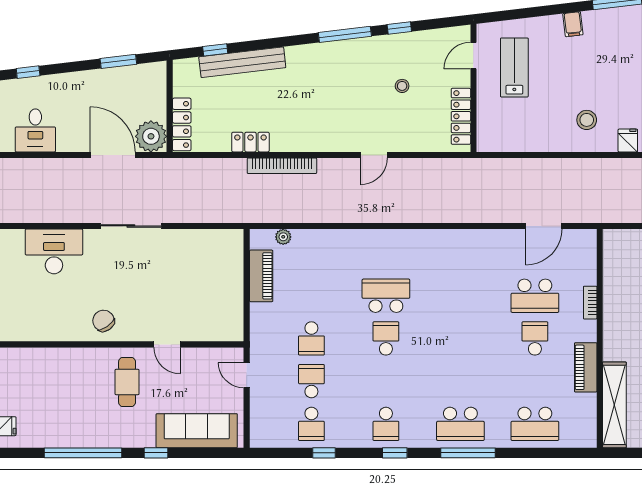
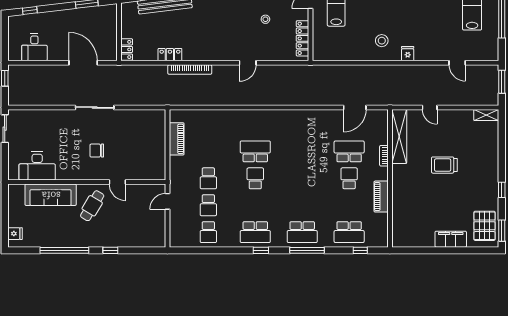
locker: (182, 124) -> (127, 49), width x0.66
plant: (151, 136) -> (107, 51), removed
plant: (283, 237) -> (191, 114), removed
desk: (54, 251) -> (37, 166), moved, turned 180
school desk: (535, 296) -> (349, 151), turned 180
chair: (104, 321) -> (97, 151), moved, turned -55
door: (247, 375) -> (167, 201), hinge flipped
school desk: (311, 381) -> (208, 205), turned 180
cafe table: (127, 382) -> (92, 206), turned 31
shelving: (614, 405) -> (399, 136), moved
school desk: (386, 424) -> (255, 232), width x1.85
sofa: (197, 431) -> (51, 195), moved, turned 180
window: (324, 453) -> (360, 250), moved

